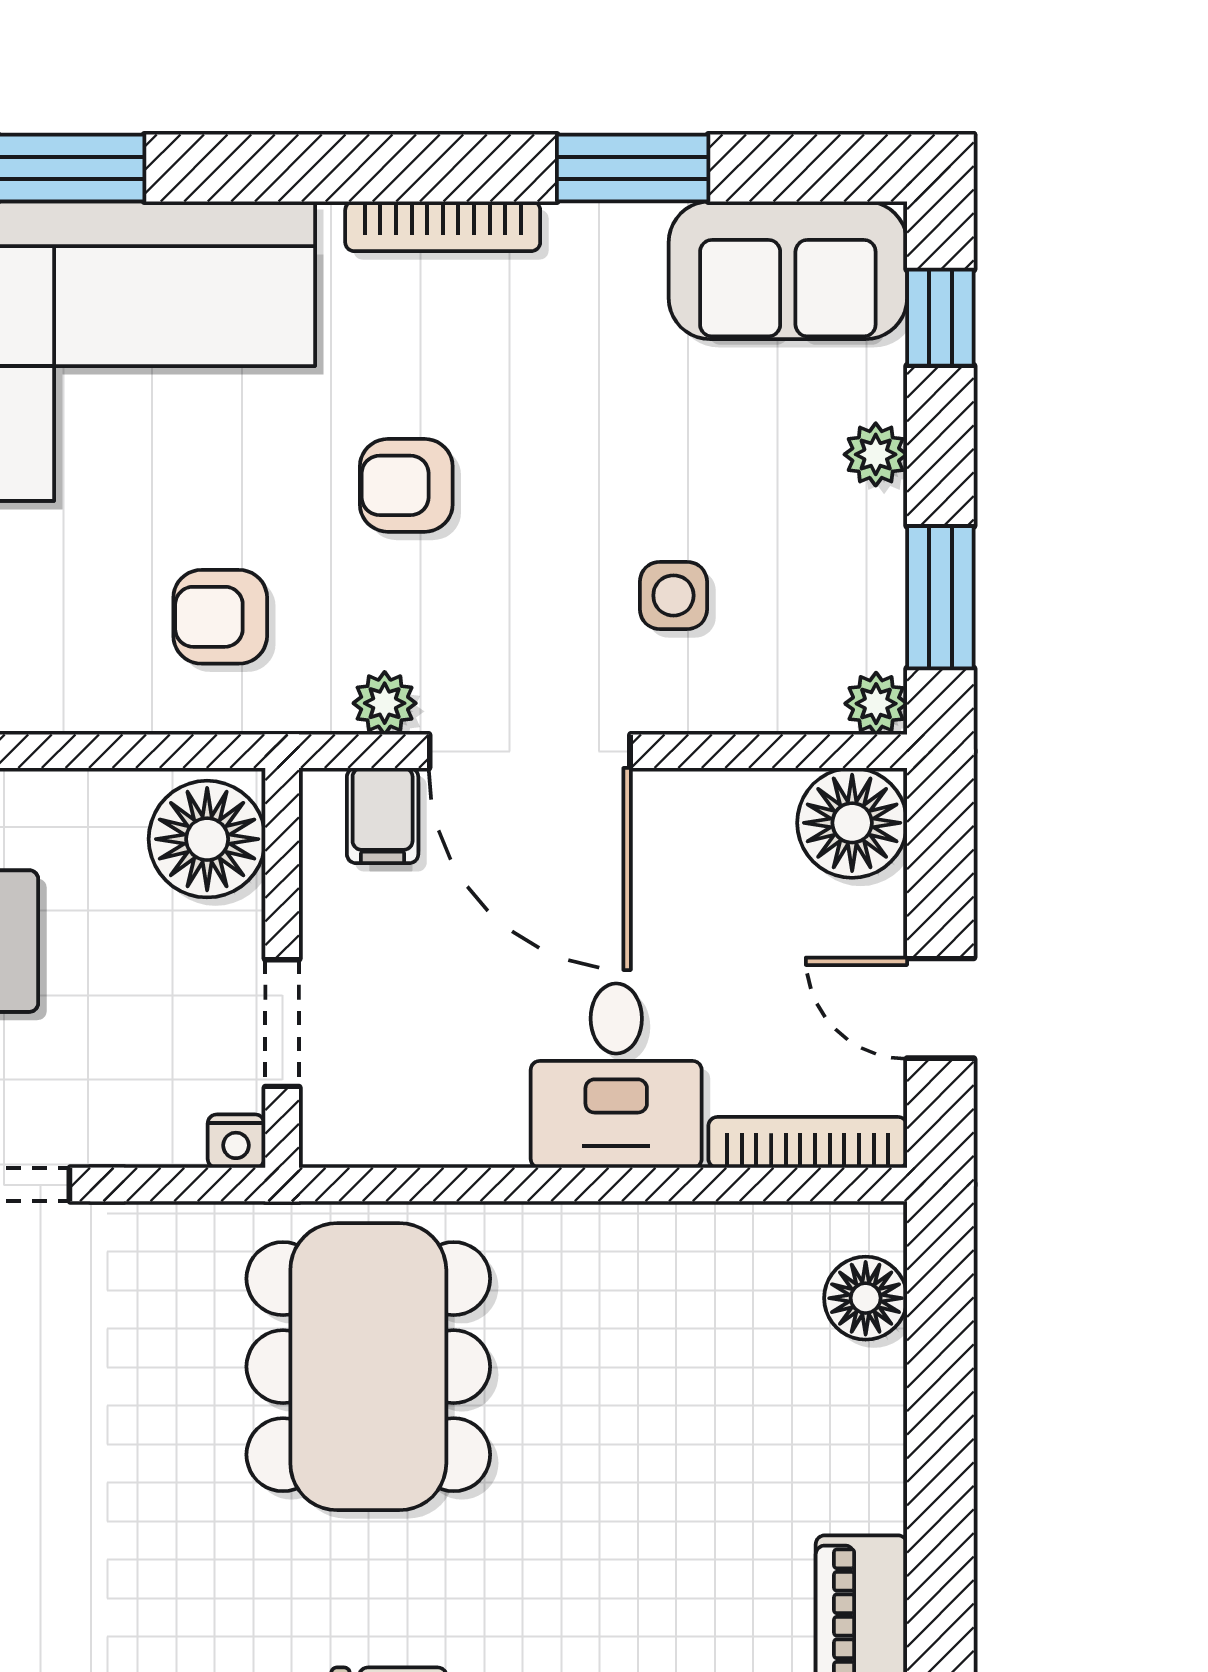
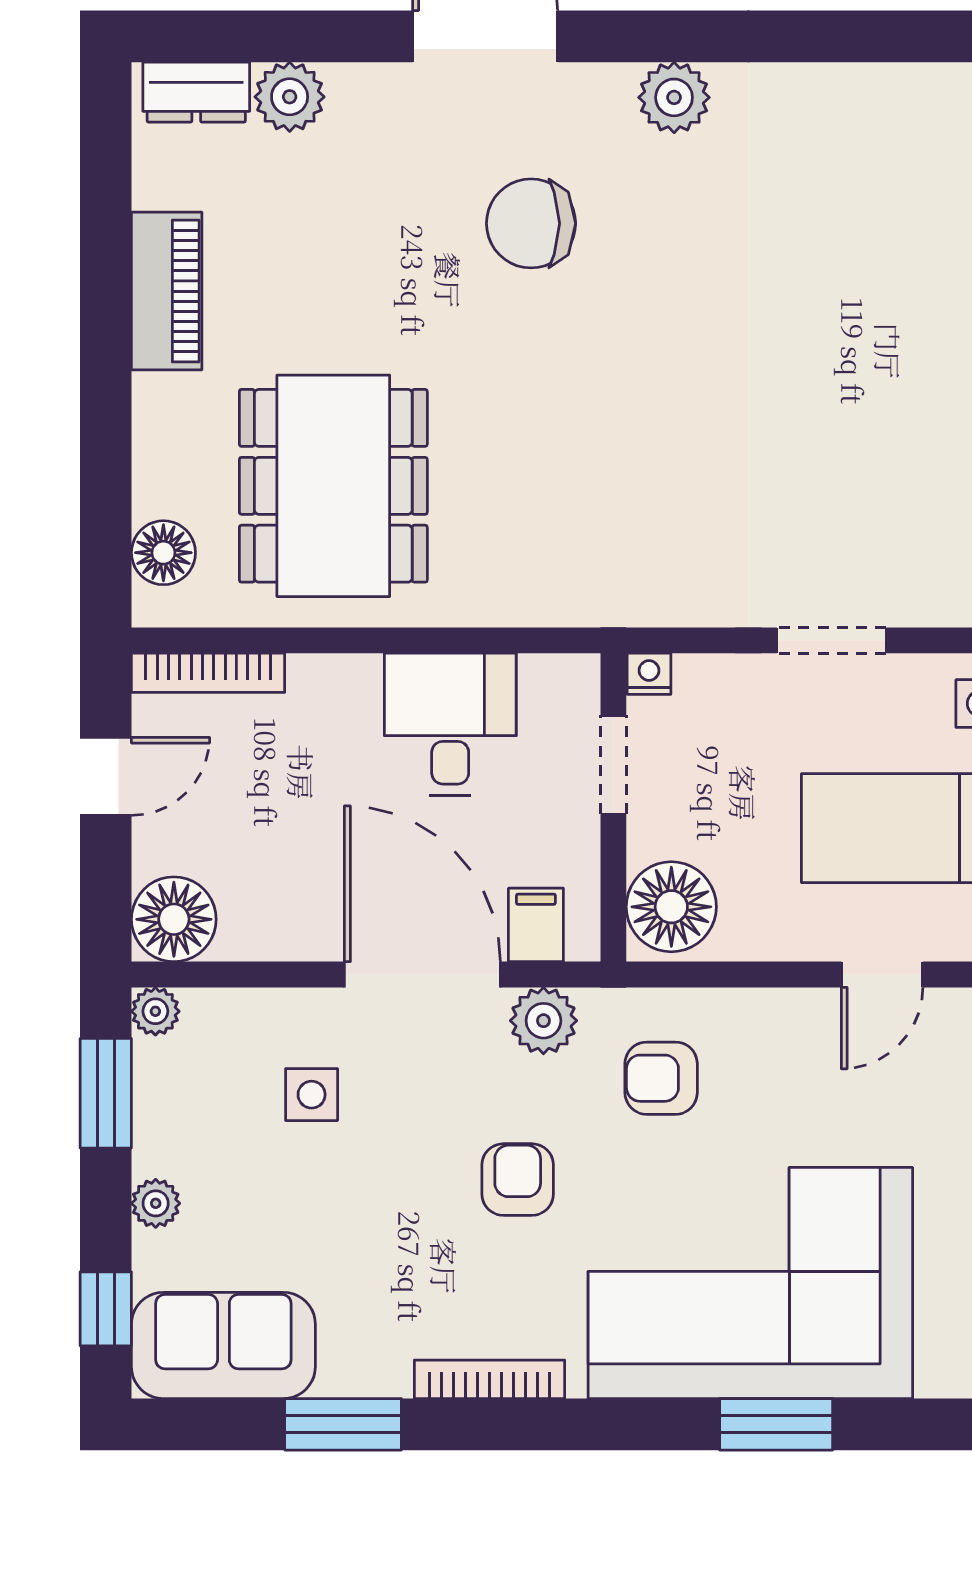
armchair: (406, 485) -> (518, 1180), turned -90
armchair: (220, 617) -> (661, 1078), turned 180
plant: (385, 703) -> (543, 1021), width x1.38, depth x1.38
door: (940, 1008) -> (106, 776), hinge flipped
desk: (616, 1076) -> (450, 724), moved
dining table: (368, 1367) -> (333, 486), moved

